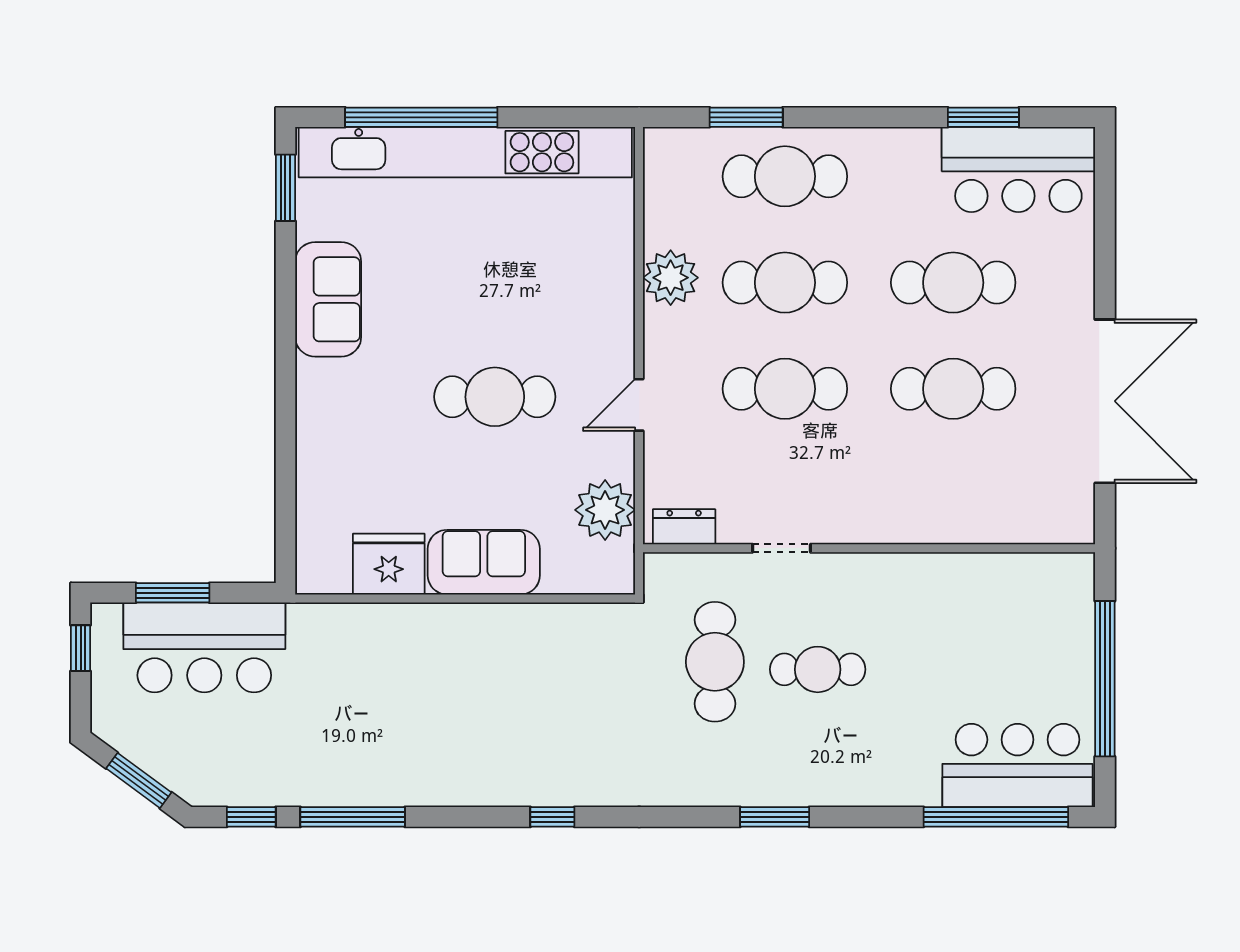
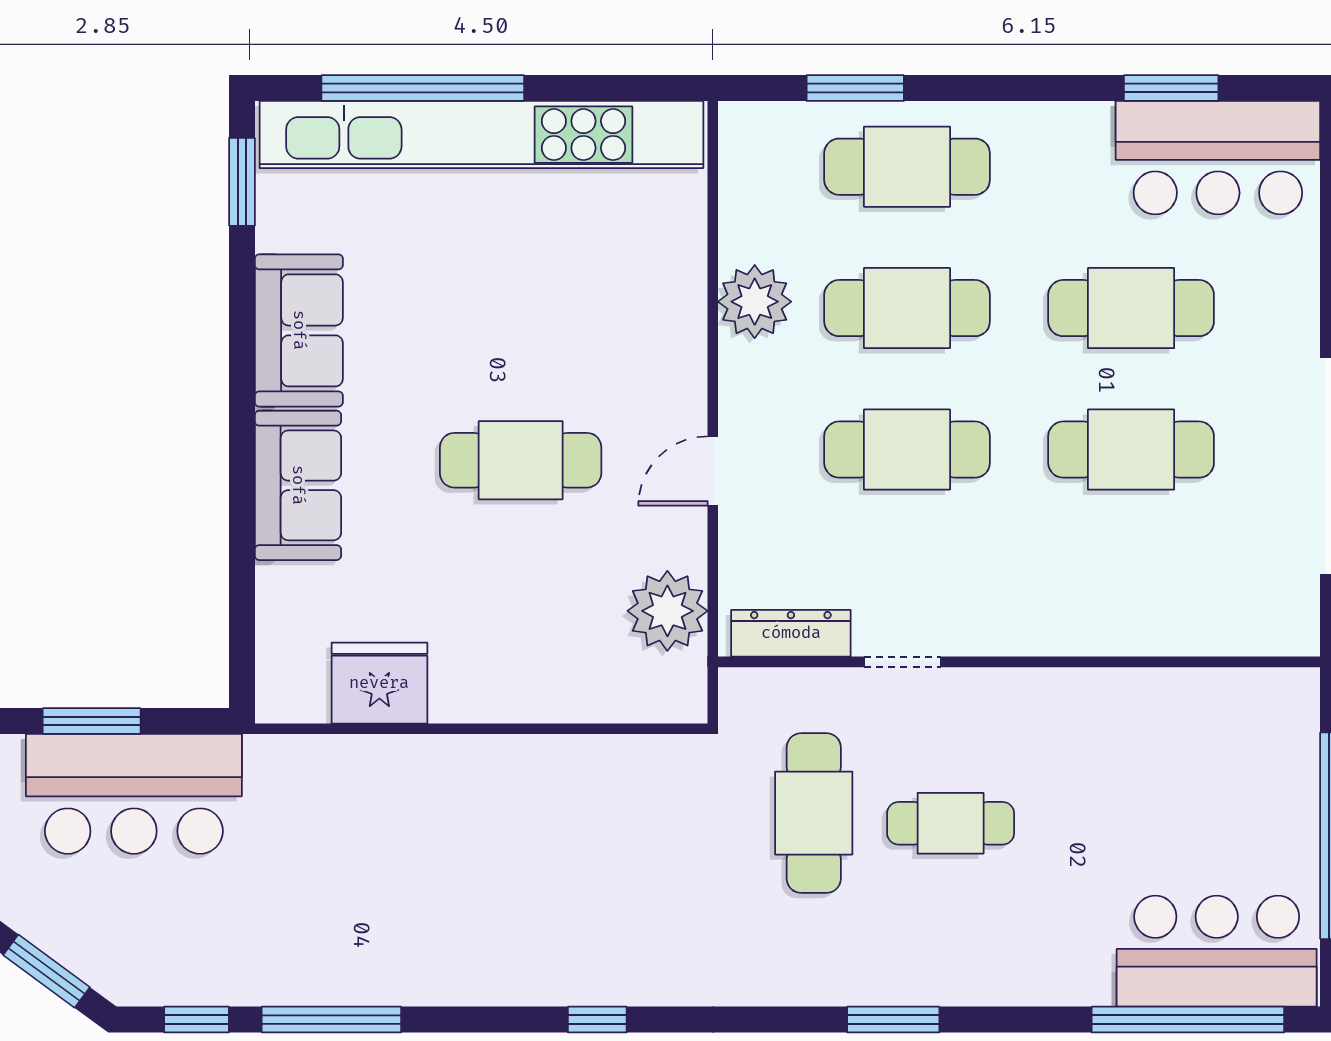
dresser: (684, 527) -> (791, 633), width x1.44
sofa: (484, 562) -> (298, 485), moved, turned 90

